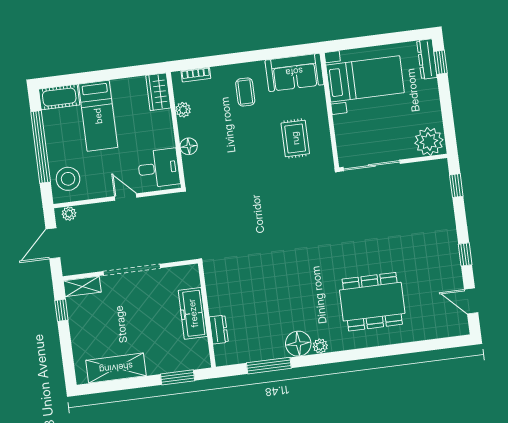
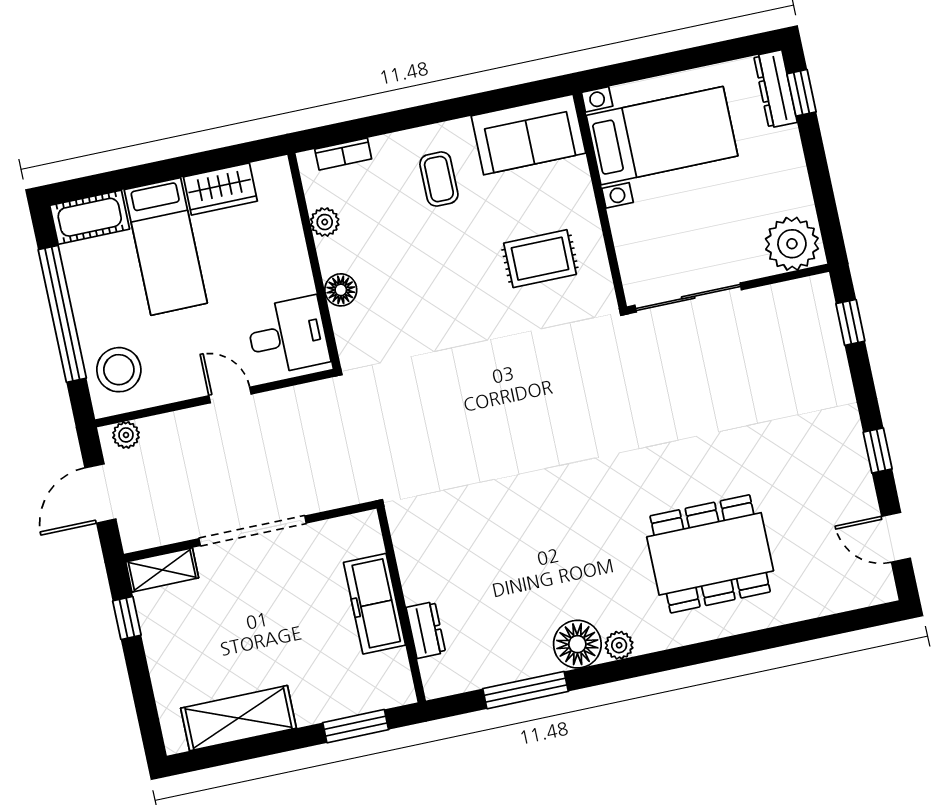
wardrobe: (158, 92) -> (220, 189), moved, turned -90
rug: (295, 138) -> (540, 259), turned 90

